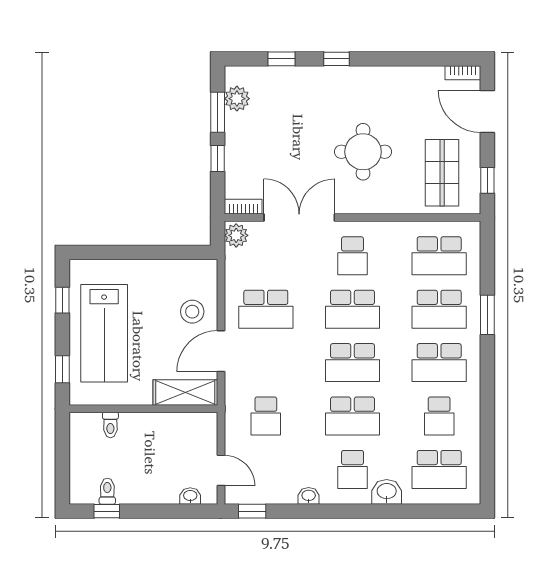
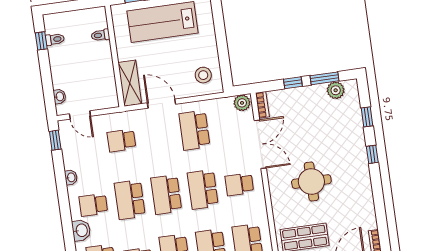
stool: (192, 312) -> (203, 75), moved
door: (221, 470) -> (80, 115), hinge flipped

